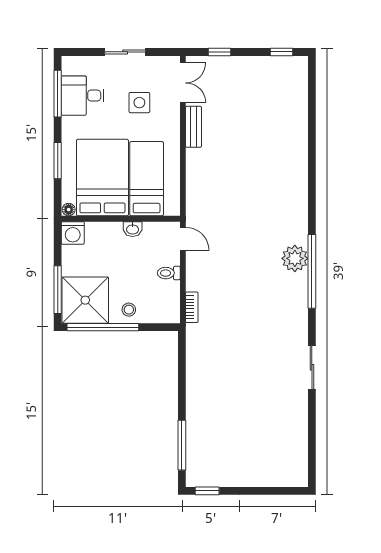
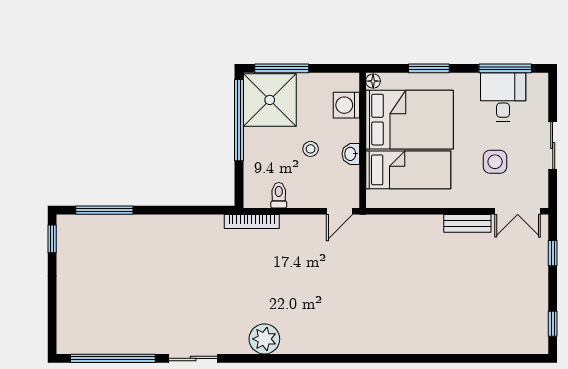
washing machine: (73, 233) -> (346, 105), moved
plant: (295, 258) -> (264, 339), moved
window: (312, 271) -> (113, 358), moved
toilet: (169, 273) -> (279, 195), moved
bookcase: (192, 307) -> (252, 221), width x1.56
stool: (129, 310) -> (311, 149), moved

